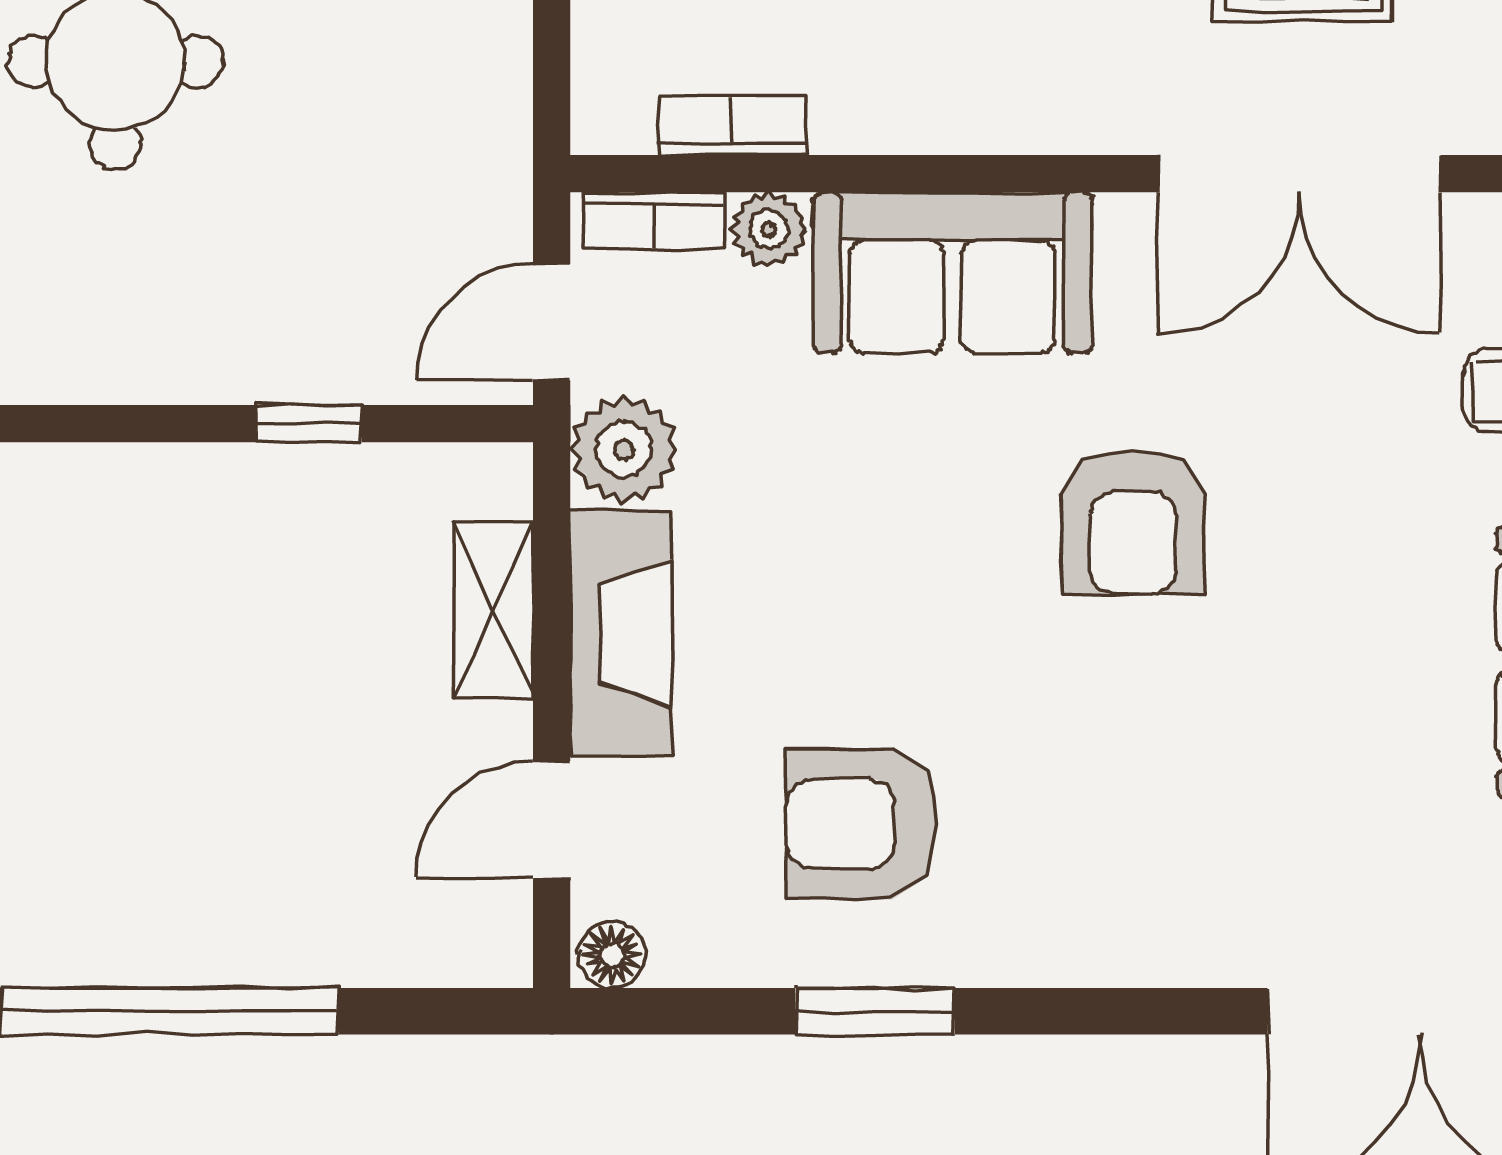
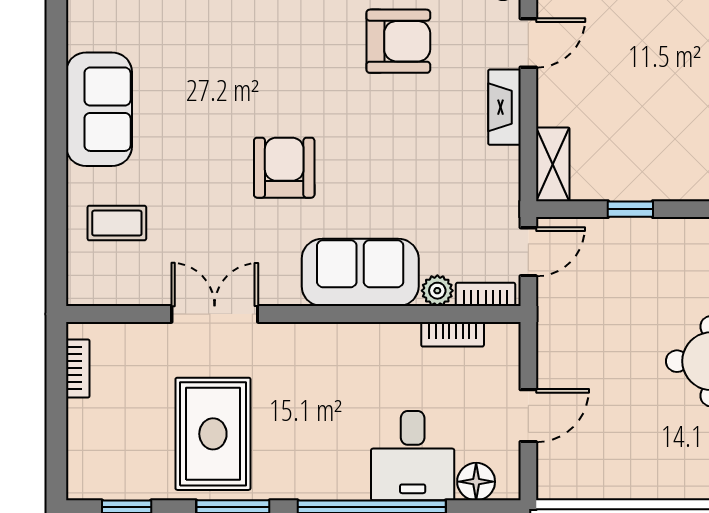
double door: (1299, 174) -> (215, 314), width x0.73
plant: (624, 449) -> (498, 198), removed
shelving: (493, 610) -> (553, 164), moved
fireplace: (621, 633) -> (504, 107), width x0.73, depth x0.76

